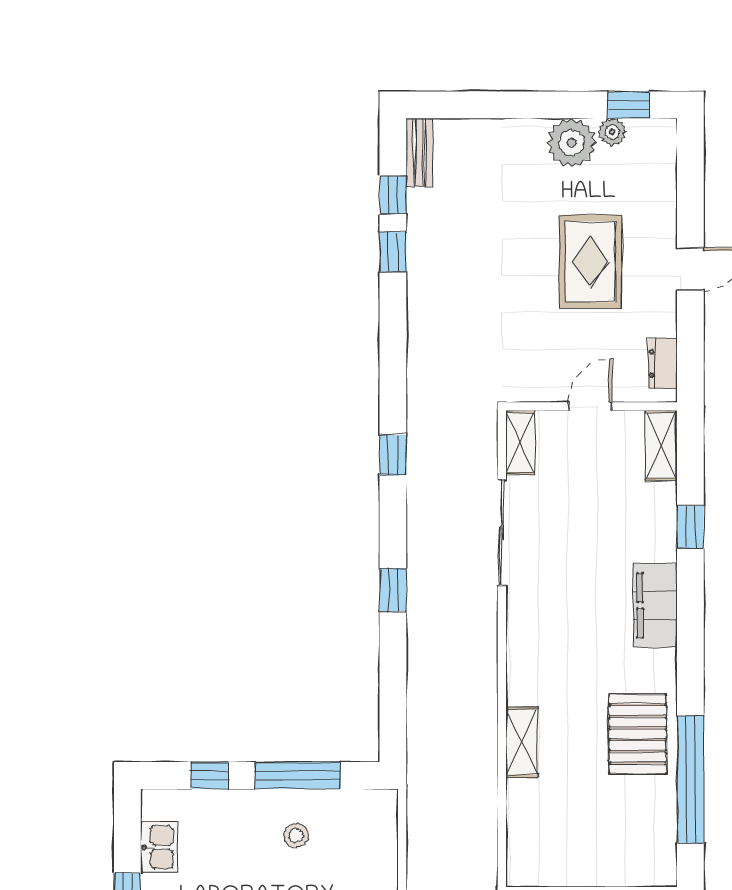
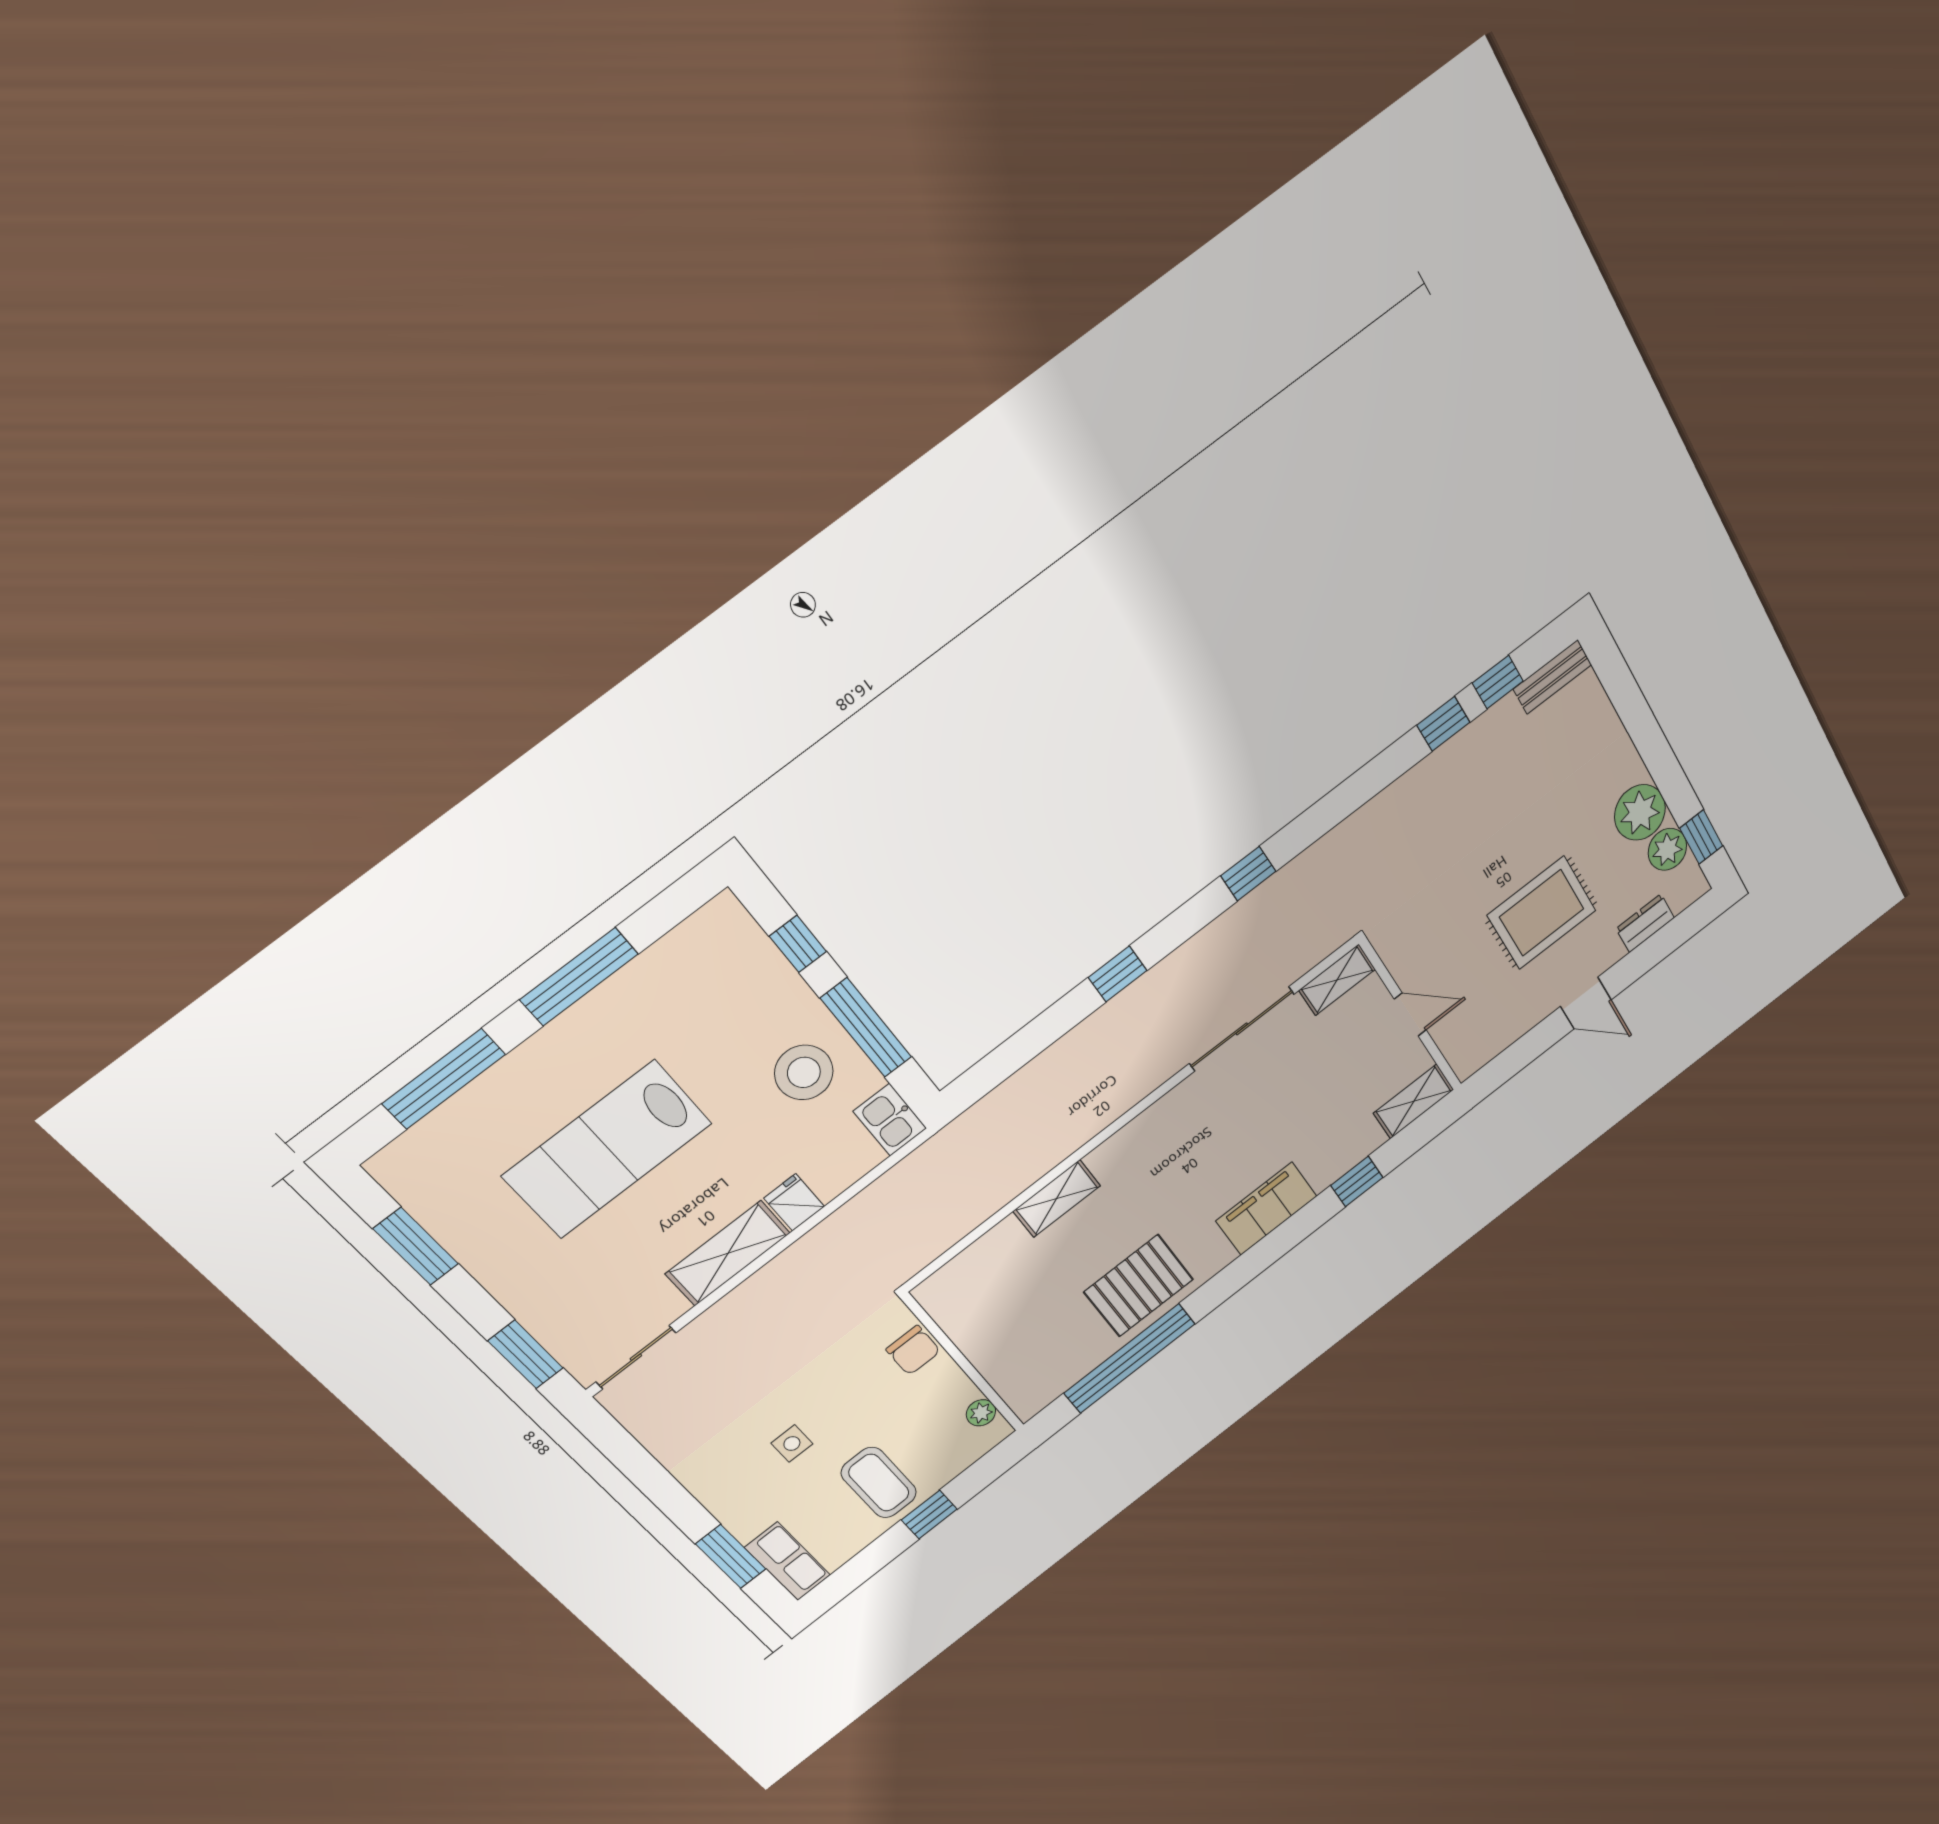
plant: (612, 132) -> (1667, 849), width x1.38, depth x1.38
dresser: (663, 363) -> (1645, 923), moved
stool: (296, 836) -> (804, 1072), width x1.89, depth x1.89
kitchen sink: (159, 847) -> (890, 1120), moved, turned 90

